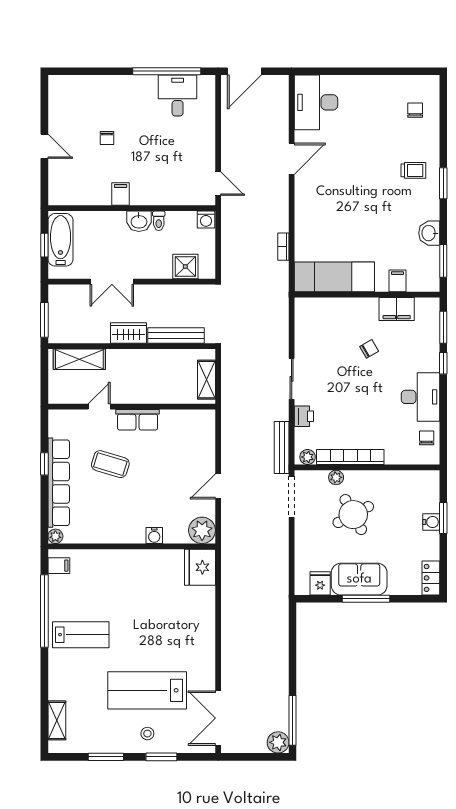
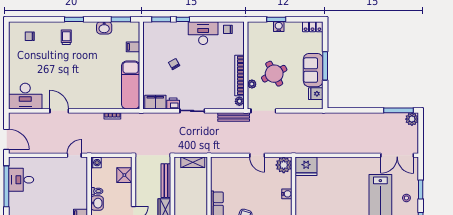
filing cabinet: (397, 309) -> (155, 102), moved, turned -90
printer: (304, 416) -> (173, 104), moved

